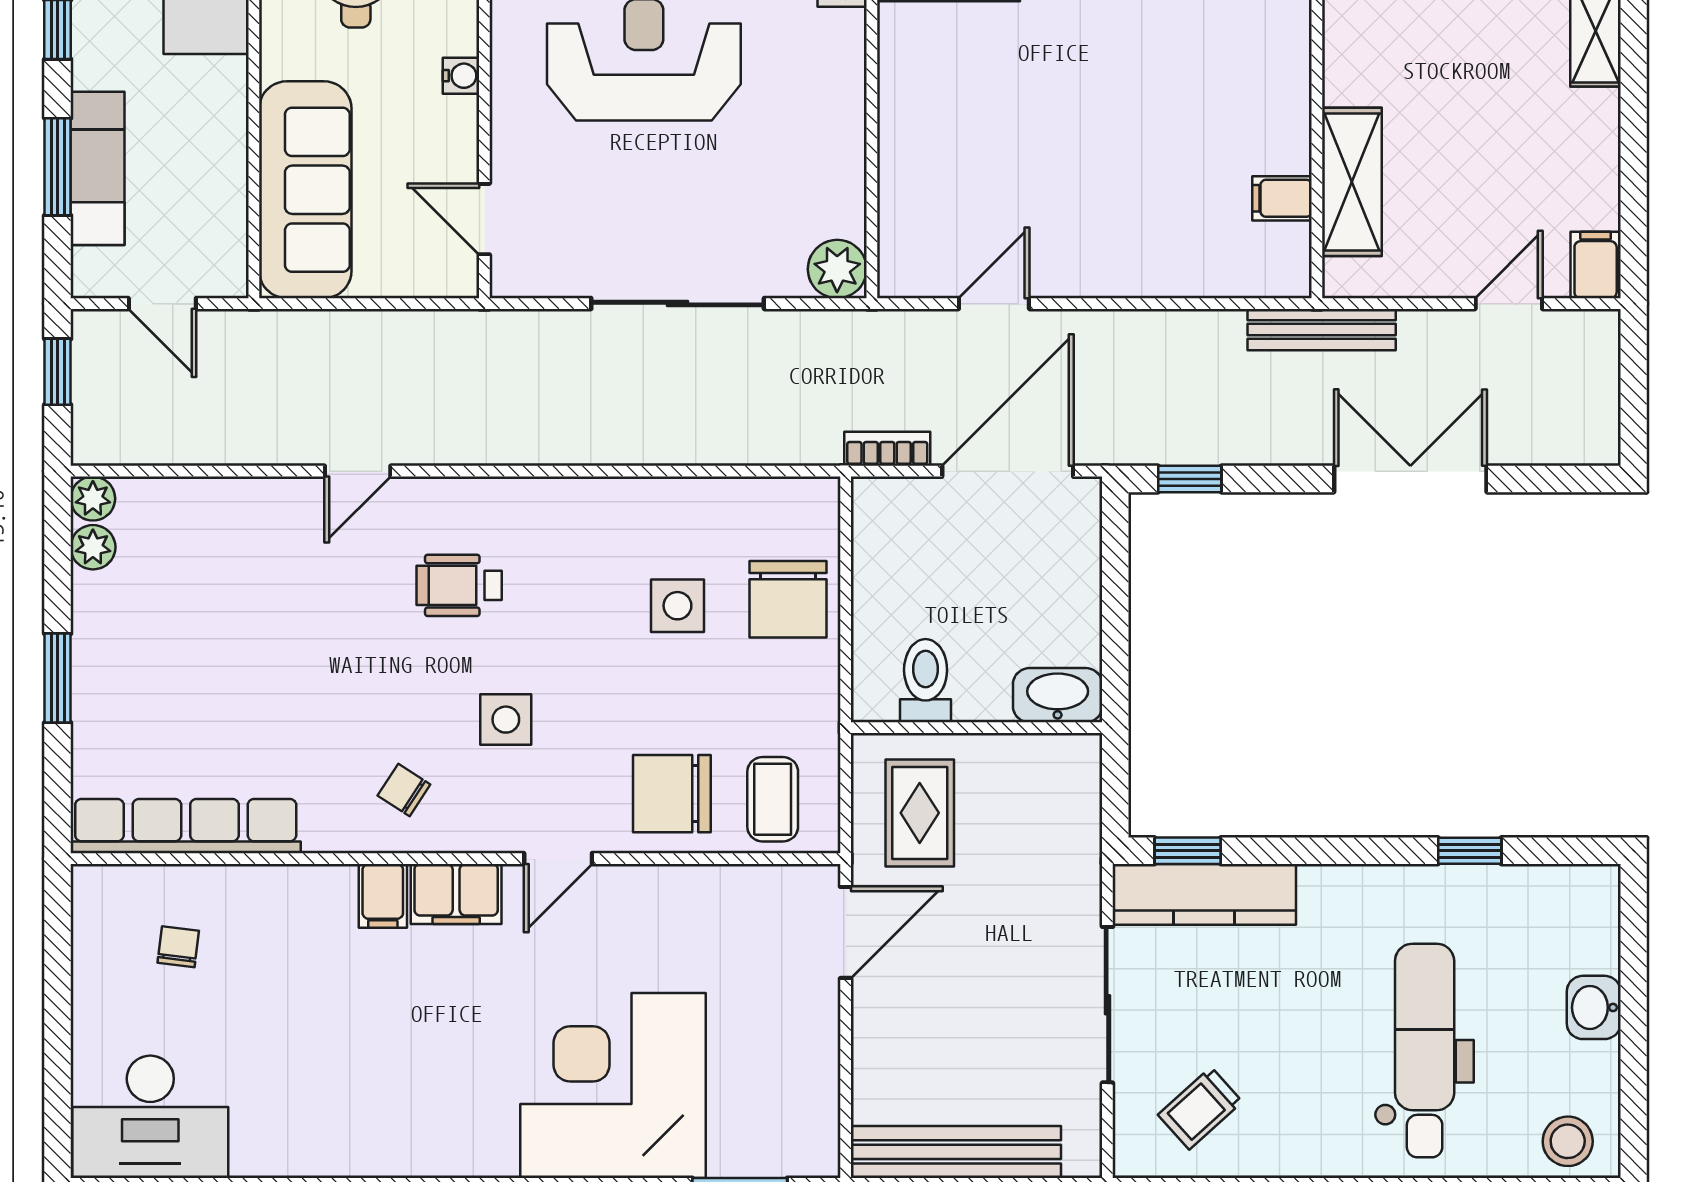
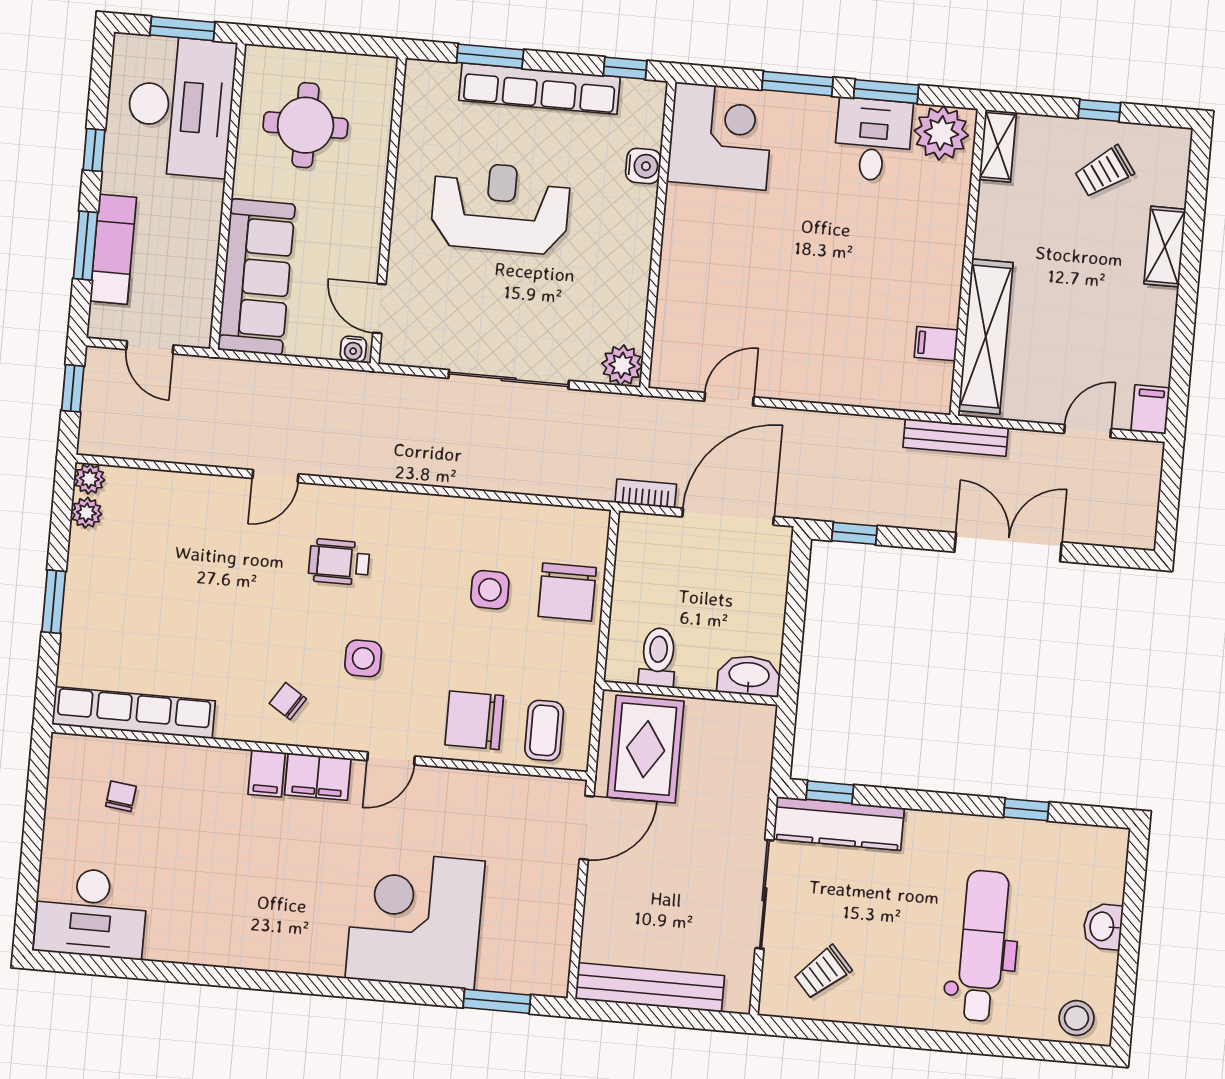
water cooler: (461, 76) -> (353, 349), moved, turned 90
shelving: (1352, 182) -> (986, 337), width x1.47
rug: (920, 813) -> (646, 749), width x1.36, depth x1.43

